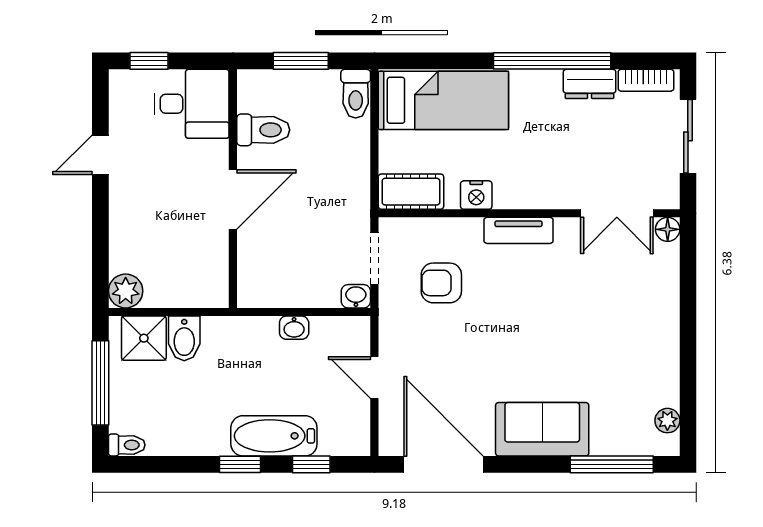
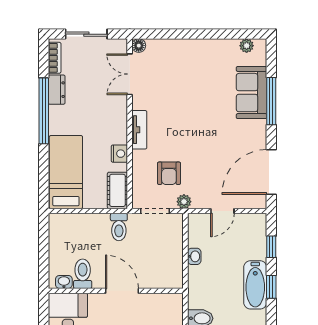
window: (301, 61) -> (44, 253), removed
toilet: (356, 94) -> (119, 227), moved, turned 90
double door: (617, 213) -> (130, 74), swing flipped
washbasin: (356, 296) -> (64, 282), moved, turned 90
plant: (391, 310) -> (184, 202), added
sofa: (542, 429) -> (252, 93), moved
bathtub: (274, 436) -> (255, 285), moved
window: (612, 464) -> (271, 101), moved

